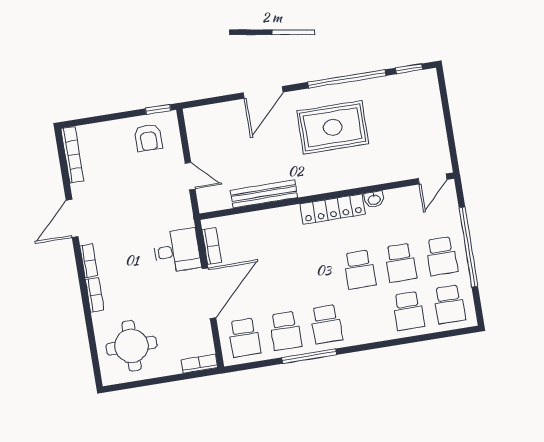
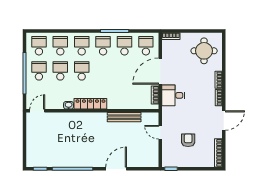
rug: (333, 127) -> (84, 145), removed
armchair: (148, 138) -> (188, 140), moved
school desk: (367, 318) -> (82, 46), added

